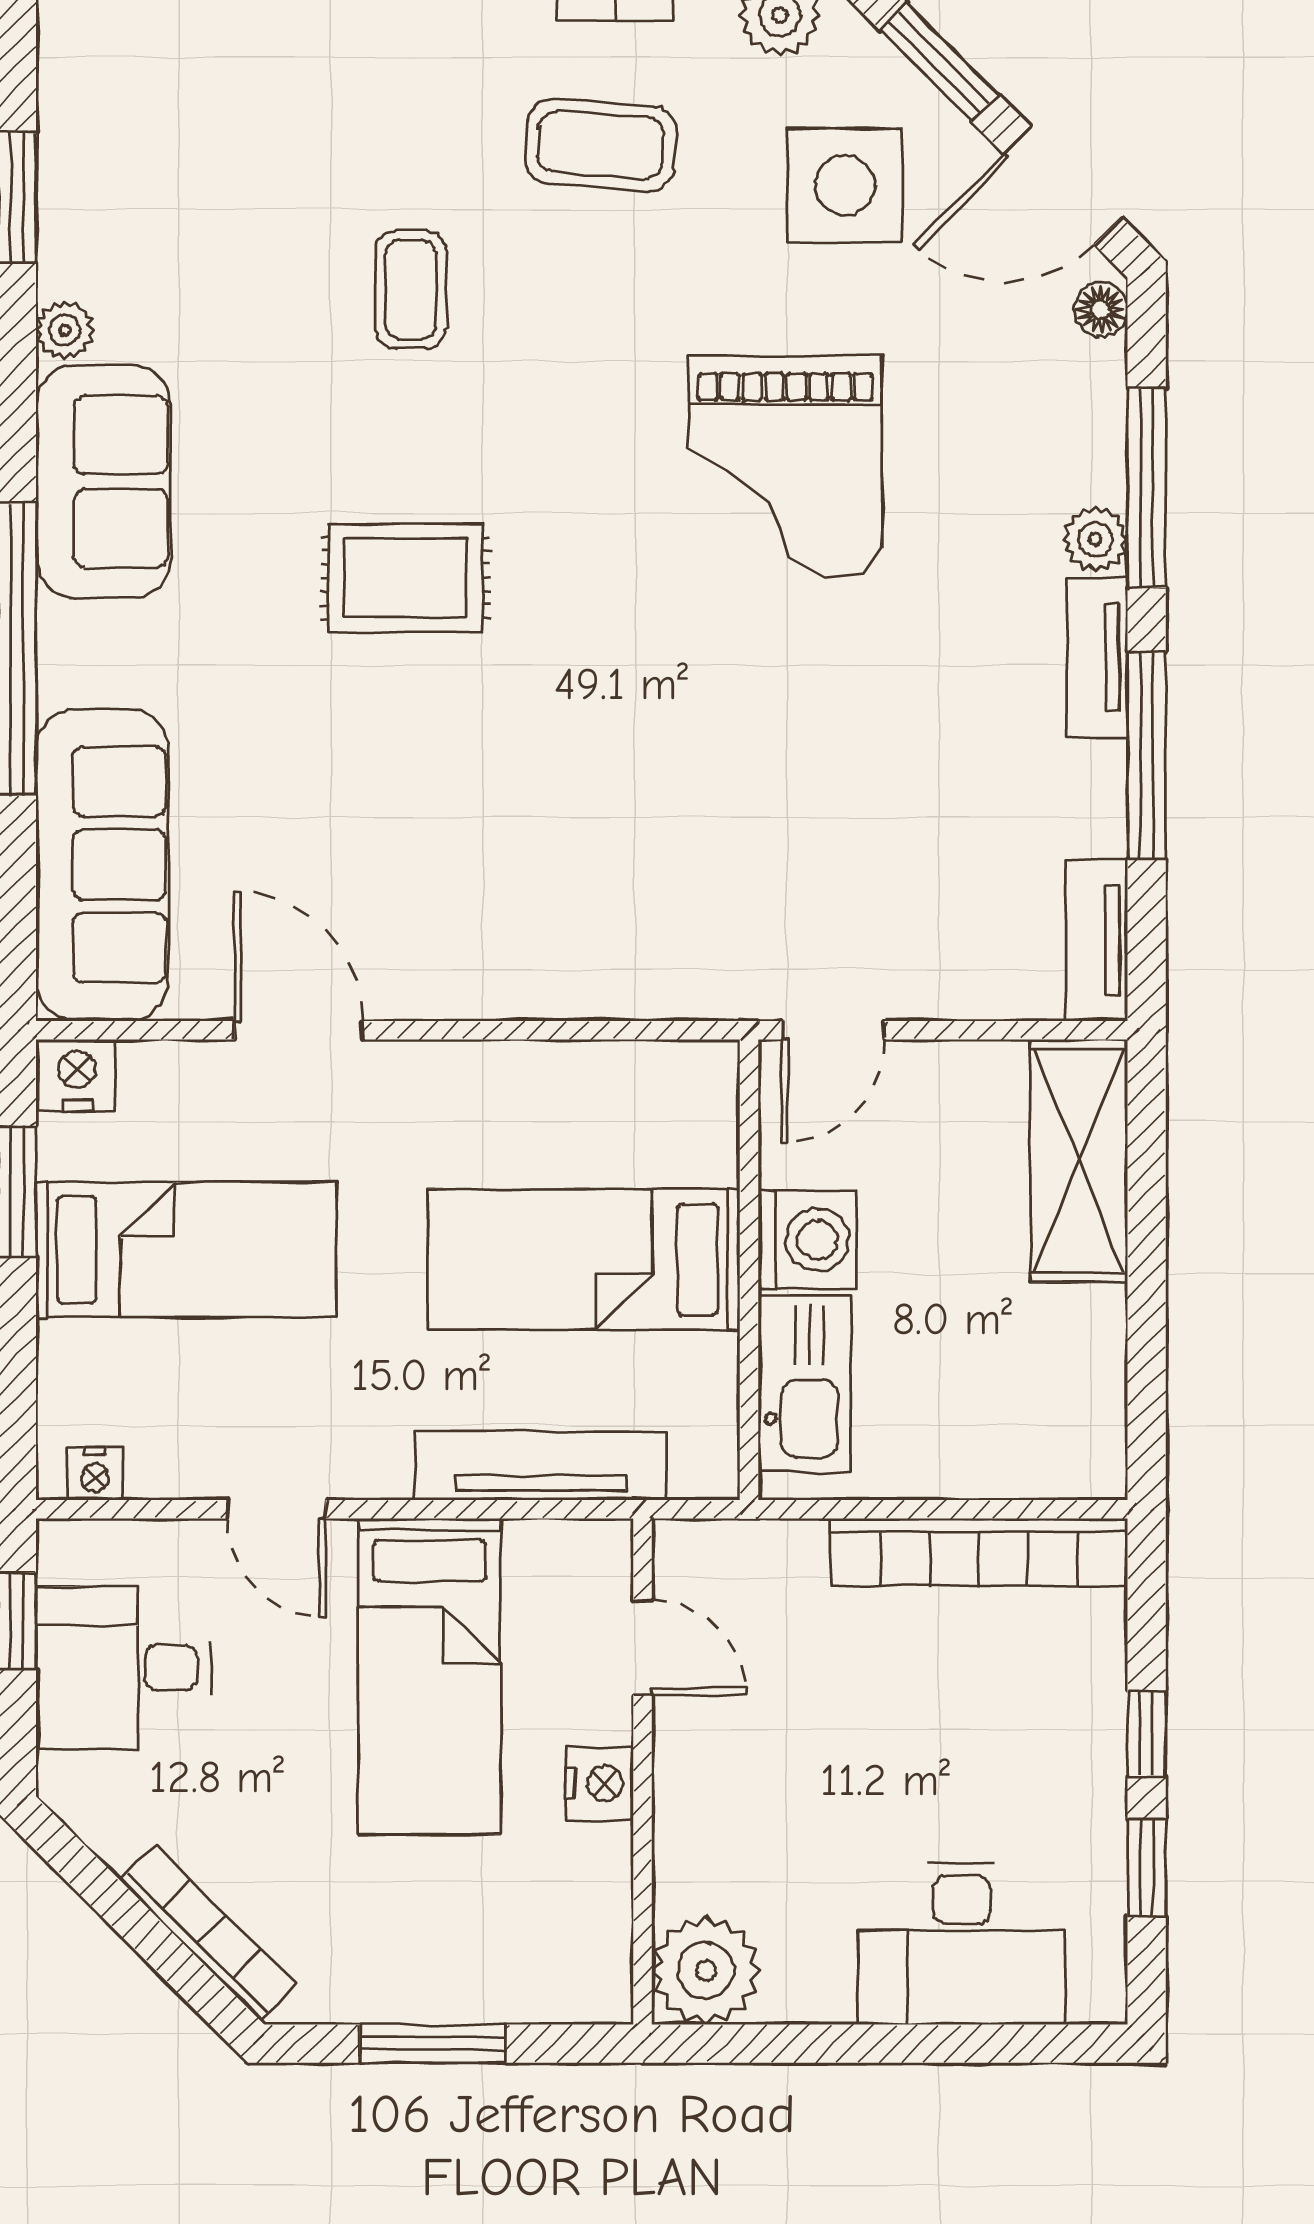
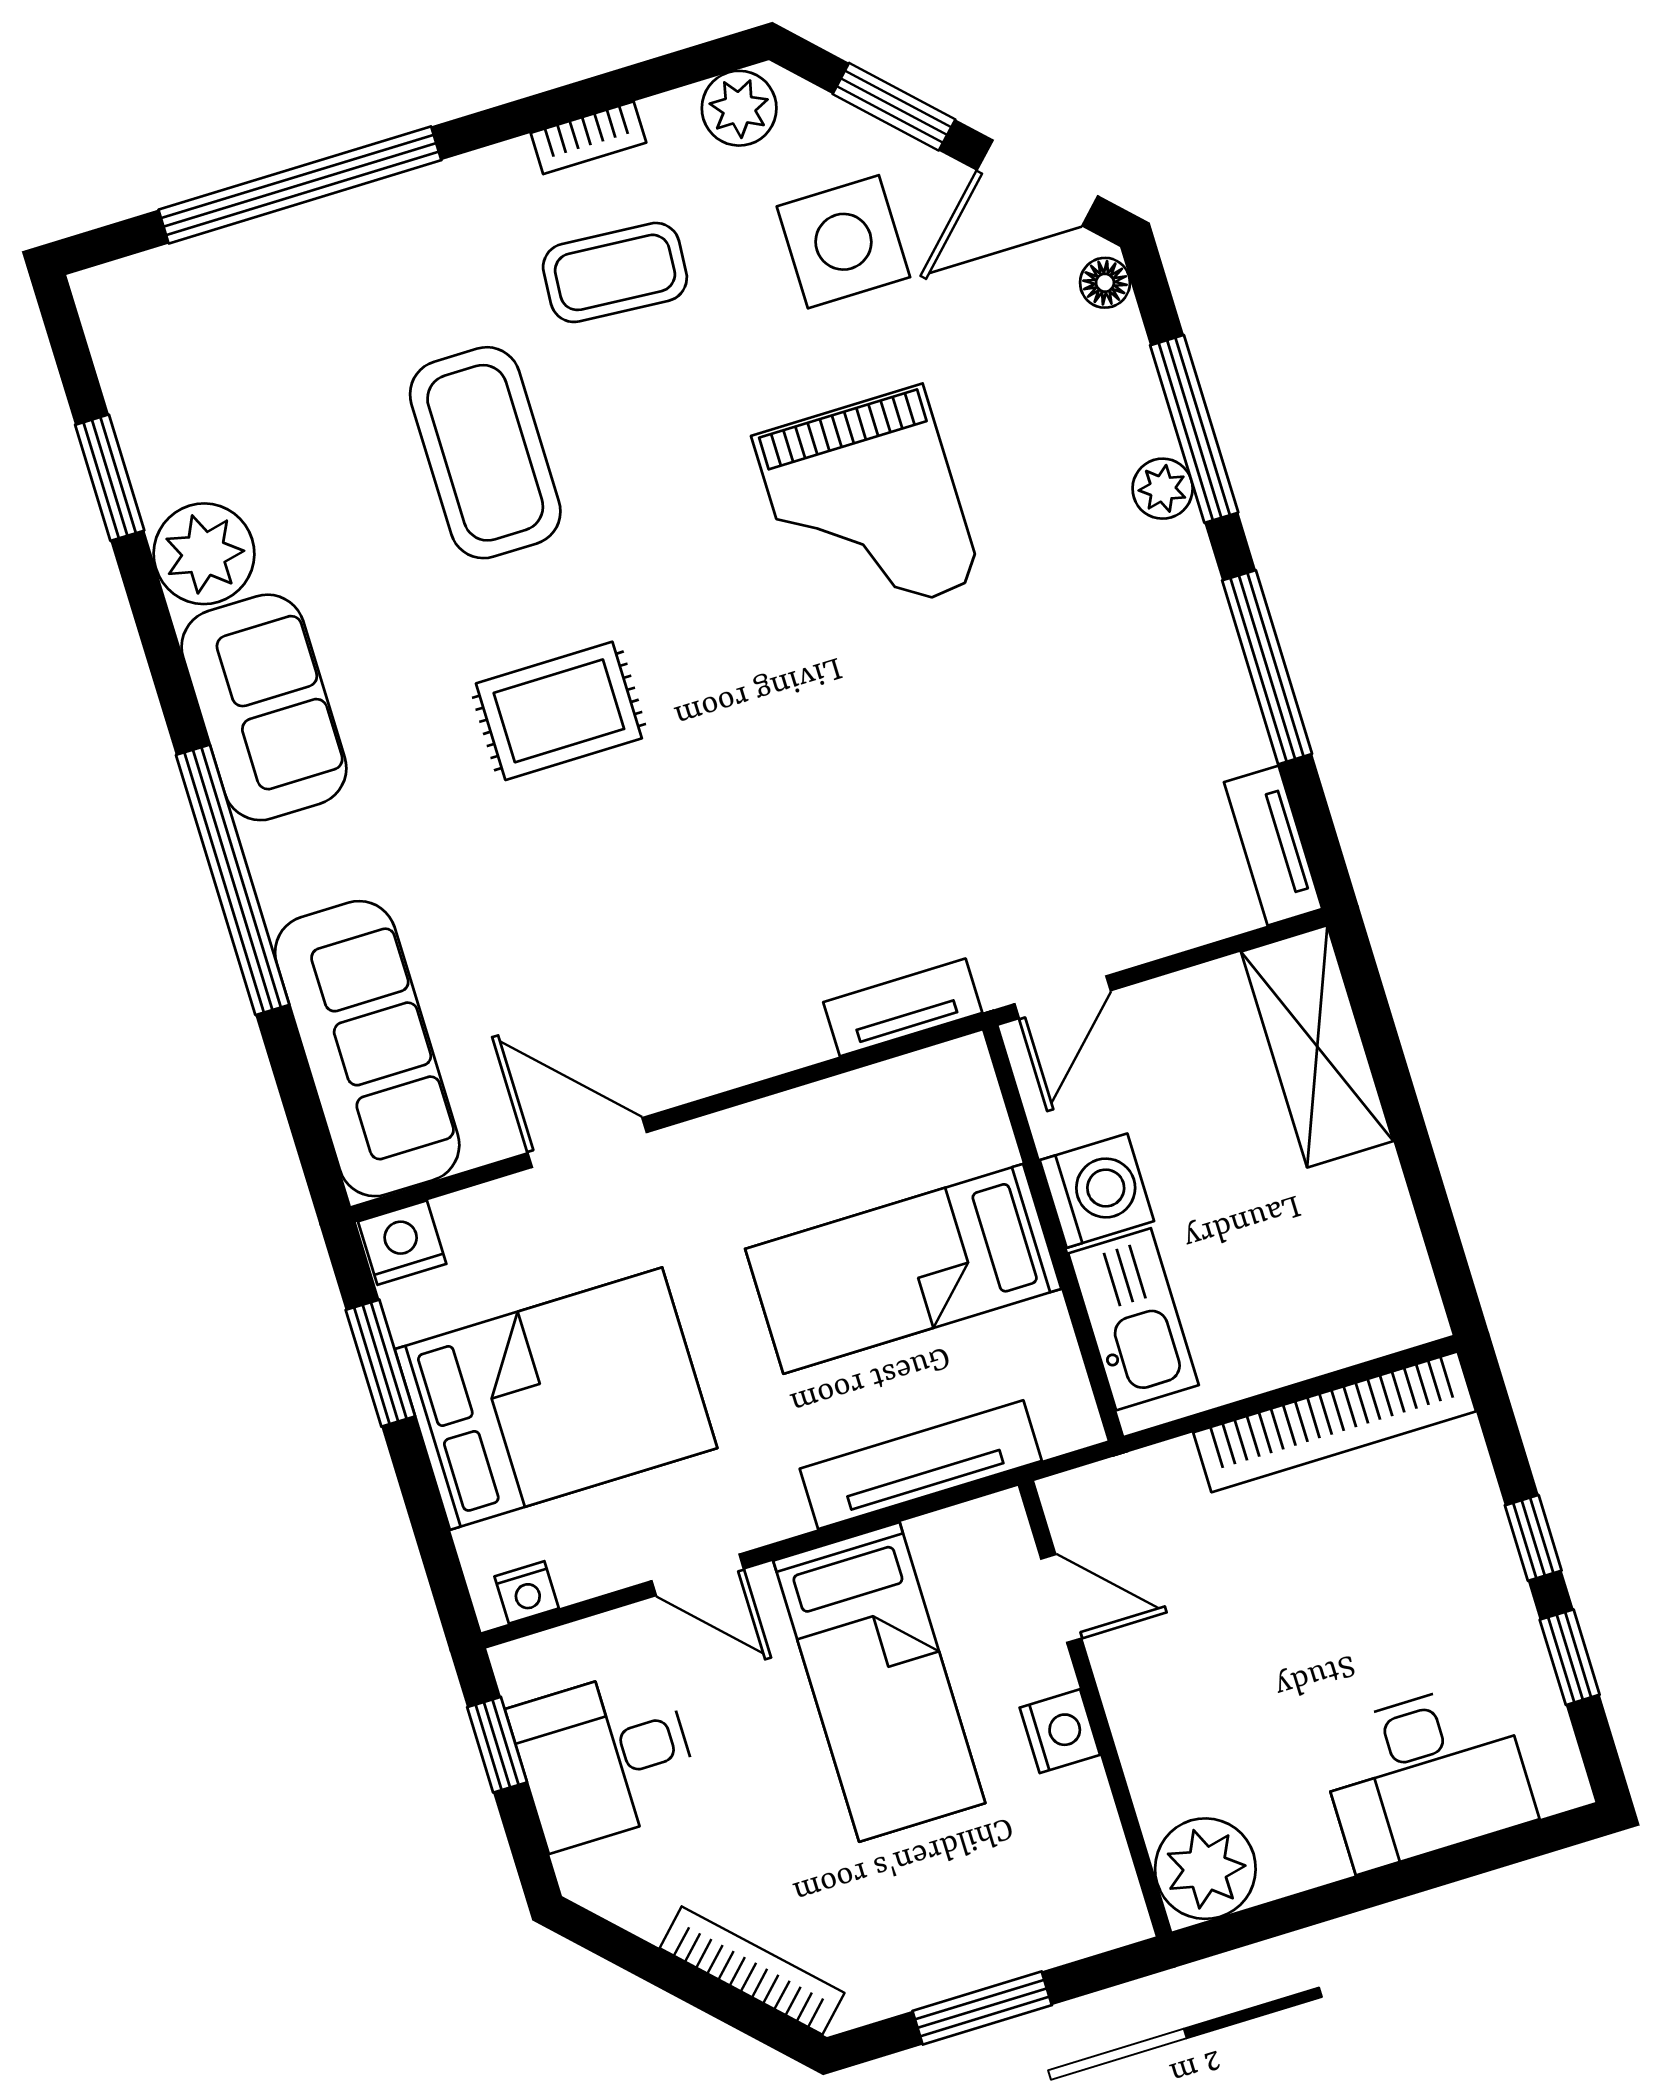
coffee table: (411, 289) -> (485, 453), width x1.86, depth x1.72
plant: (65, 330) -> (204, 554), width x1.87, depth x1.87
tv unit: (1097, 658) -> (903, 1007), moved, turned 90
bed: (186, 1250) -> (556, 1399), width x1.50

